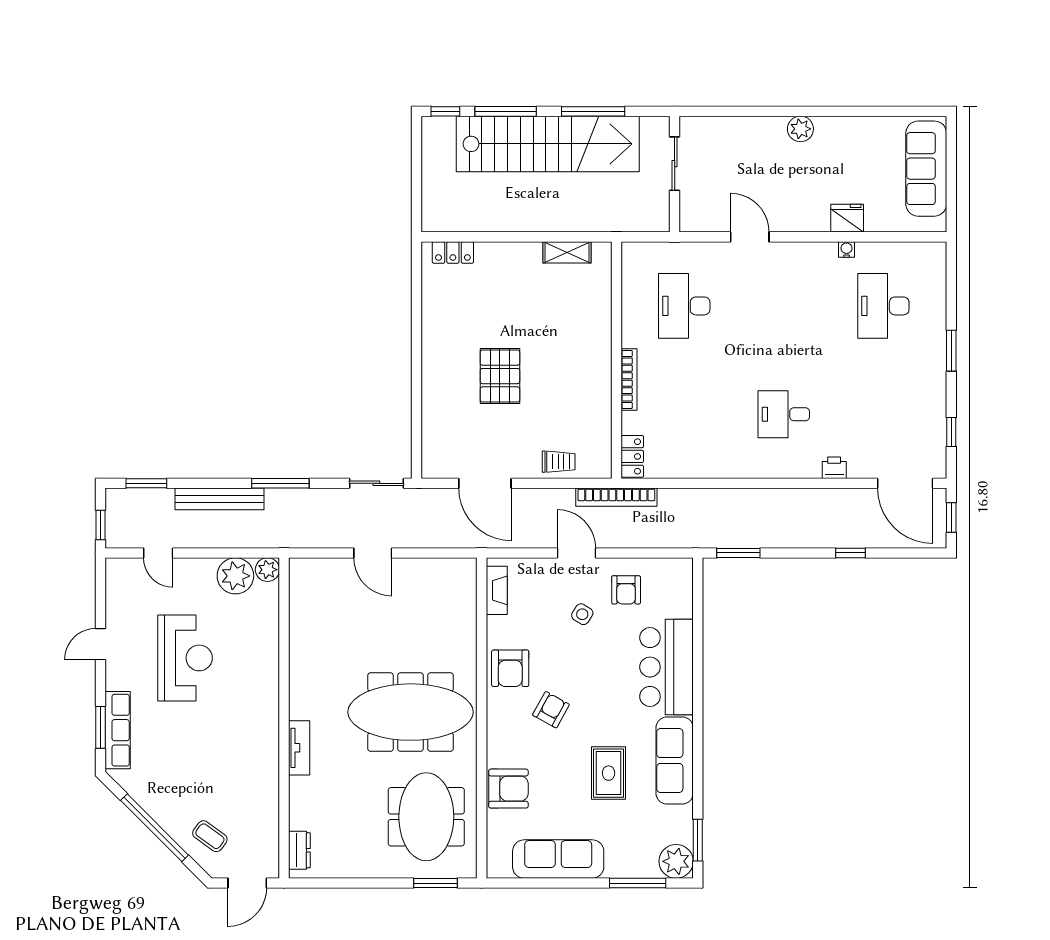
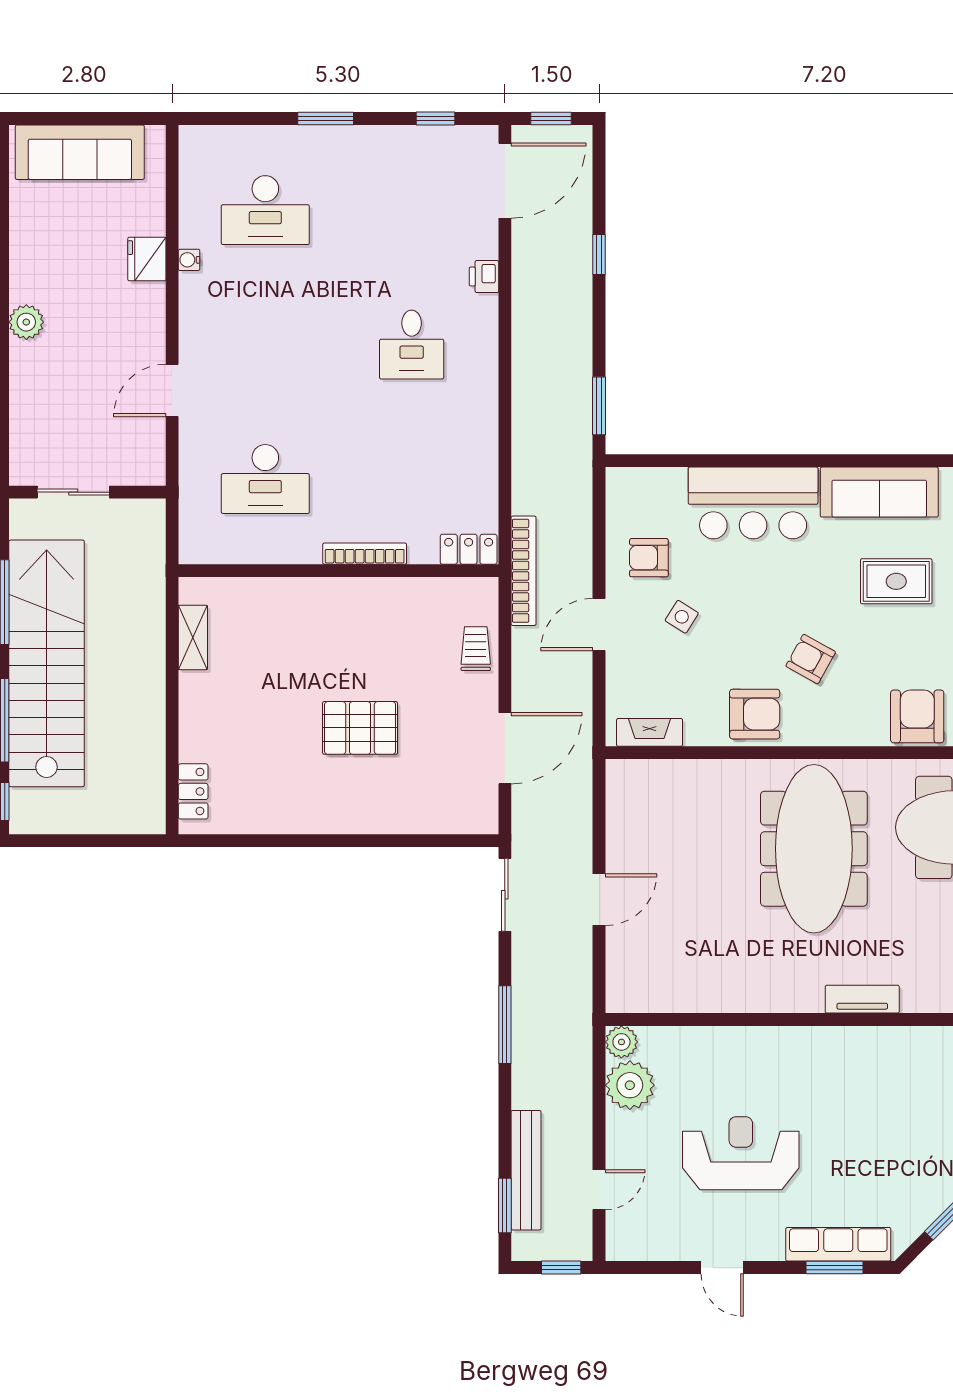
bench: (219, 499) -> (526, 1170), moved
armchair: (626, 590) -> (649, 558), turned 180

